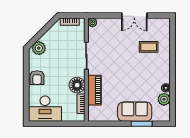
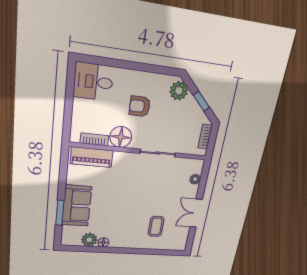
plant: (92, 22) -> (195, 179), moved
window: (44, 30) -> (201, 101), added
armchair: (37, 78) -> (140, 106), moved
piano: (95, 90) -> (92, 157), moved
desk: (45, 109) -> (93, 82), width x0.73

